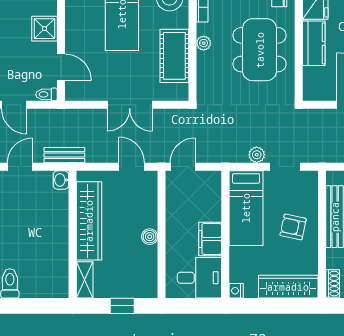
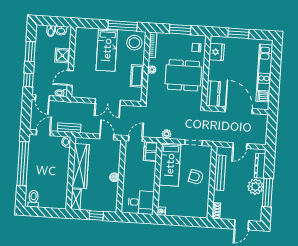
kitchen counter: (314, 43) -> (213, 94), moved
dining table: (260, 50) -> (183, 75), turned 90
cot: (174, 56) -> (137, 76), width x0.73, depth x0.75
door: (61, 67) -> (70, 78), swing flipped
plant: (257, 155) -> (167, 134), moved
filing cabinet: (210, 239) -> (150, 152), moved
wardrobe: (288, 287) -> (191, 211), removed

